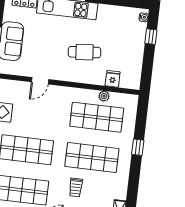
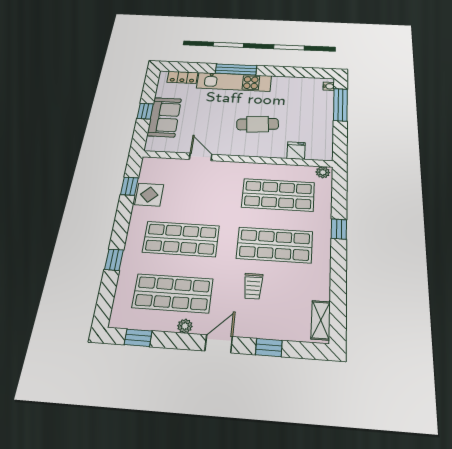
window: (151, 37) -> (340, 105), width x2.17
door: (40, 81) -> (201, 157), swing flipped
plant: (104, 96) -> (323, 172), moved

